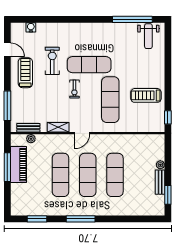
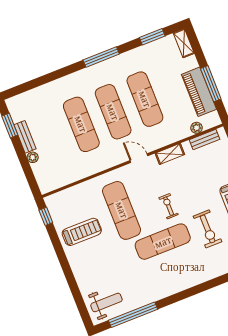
weight bench: (148, 36) -> (106, 302), turned 90
door: (82, 133) -> (139, 158), hinge flipped
shelving: (16, 205) -> (184, 43), added

